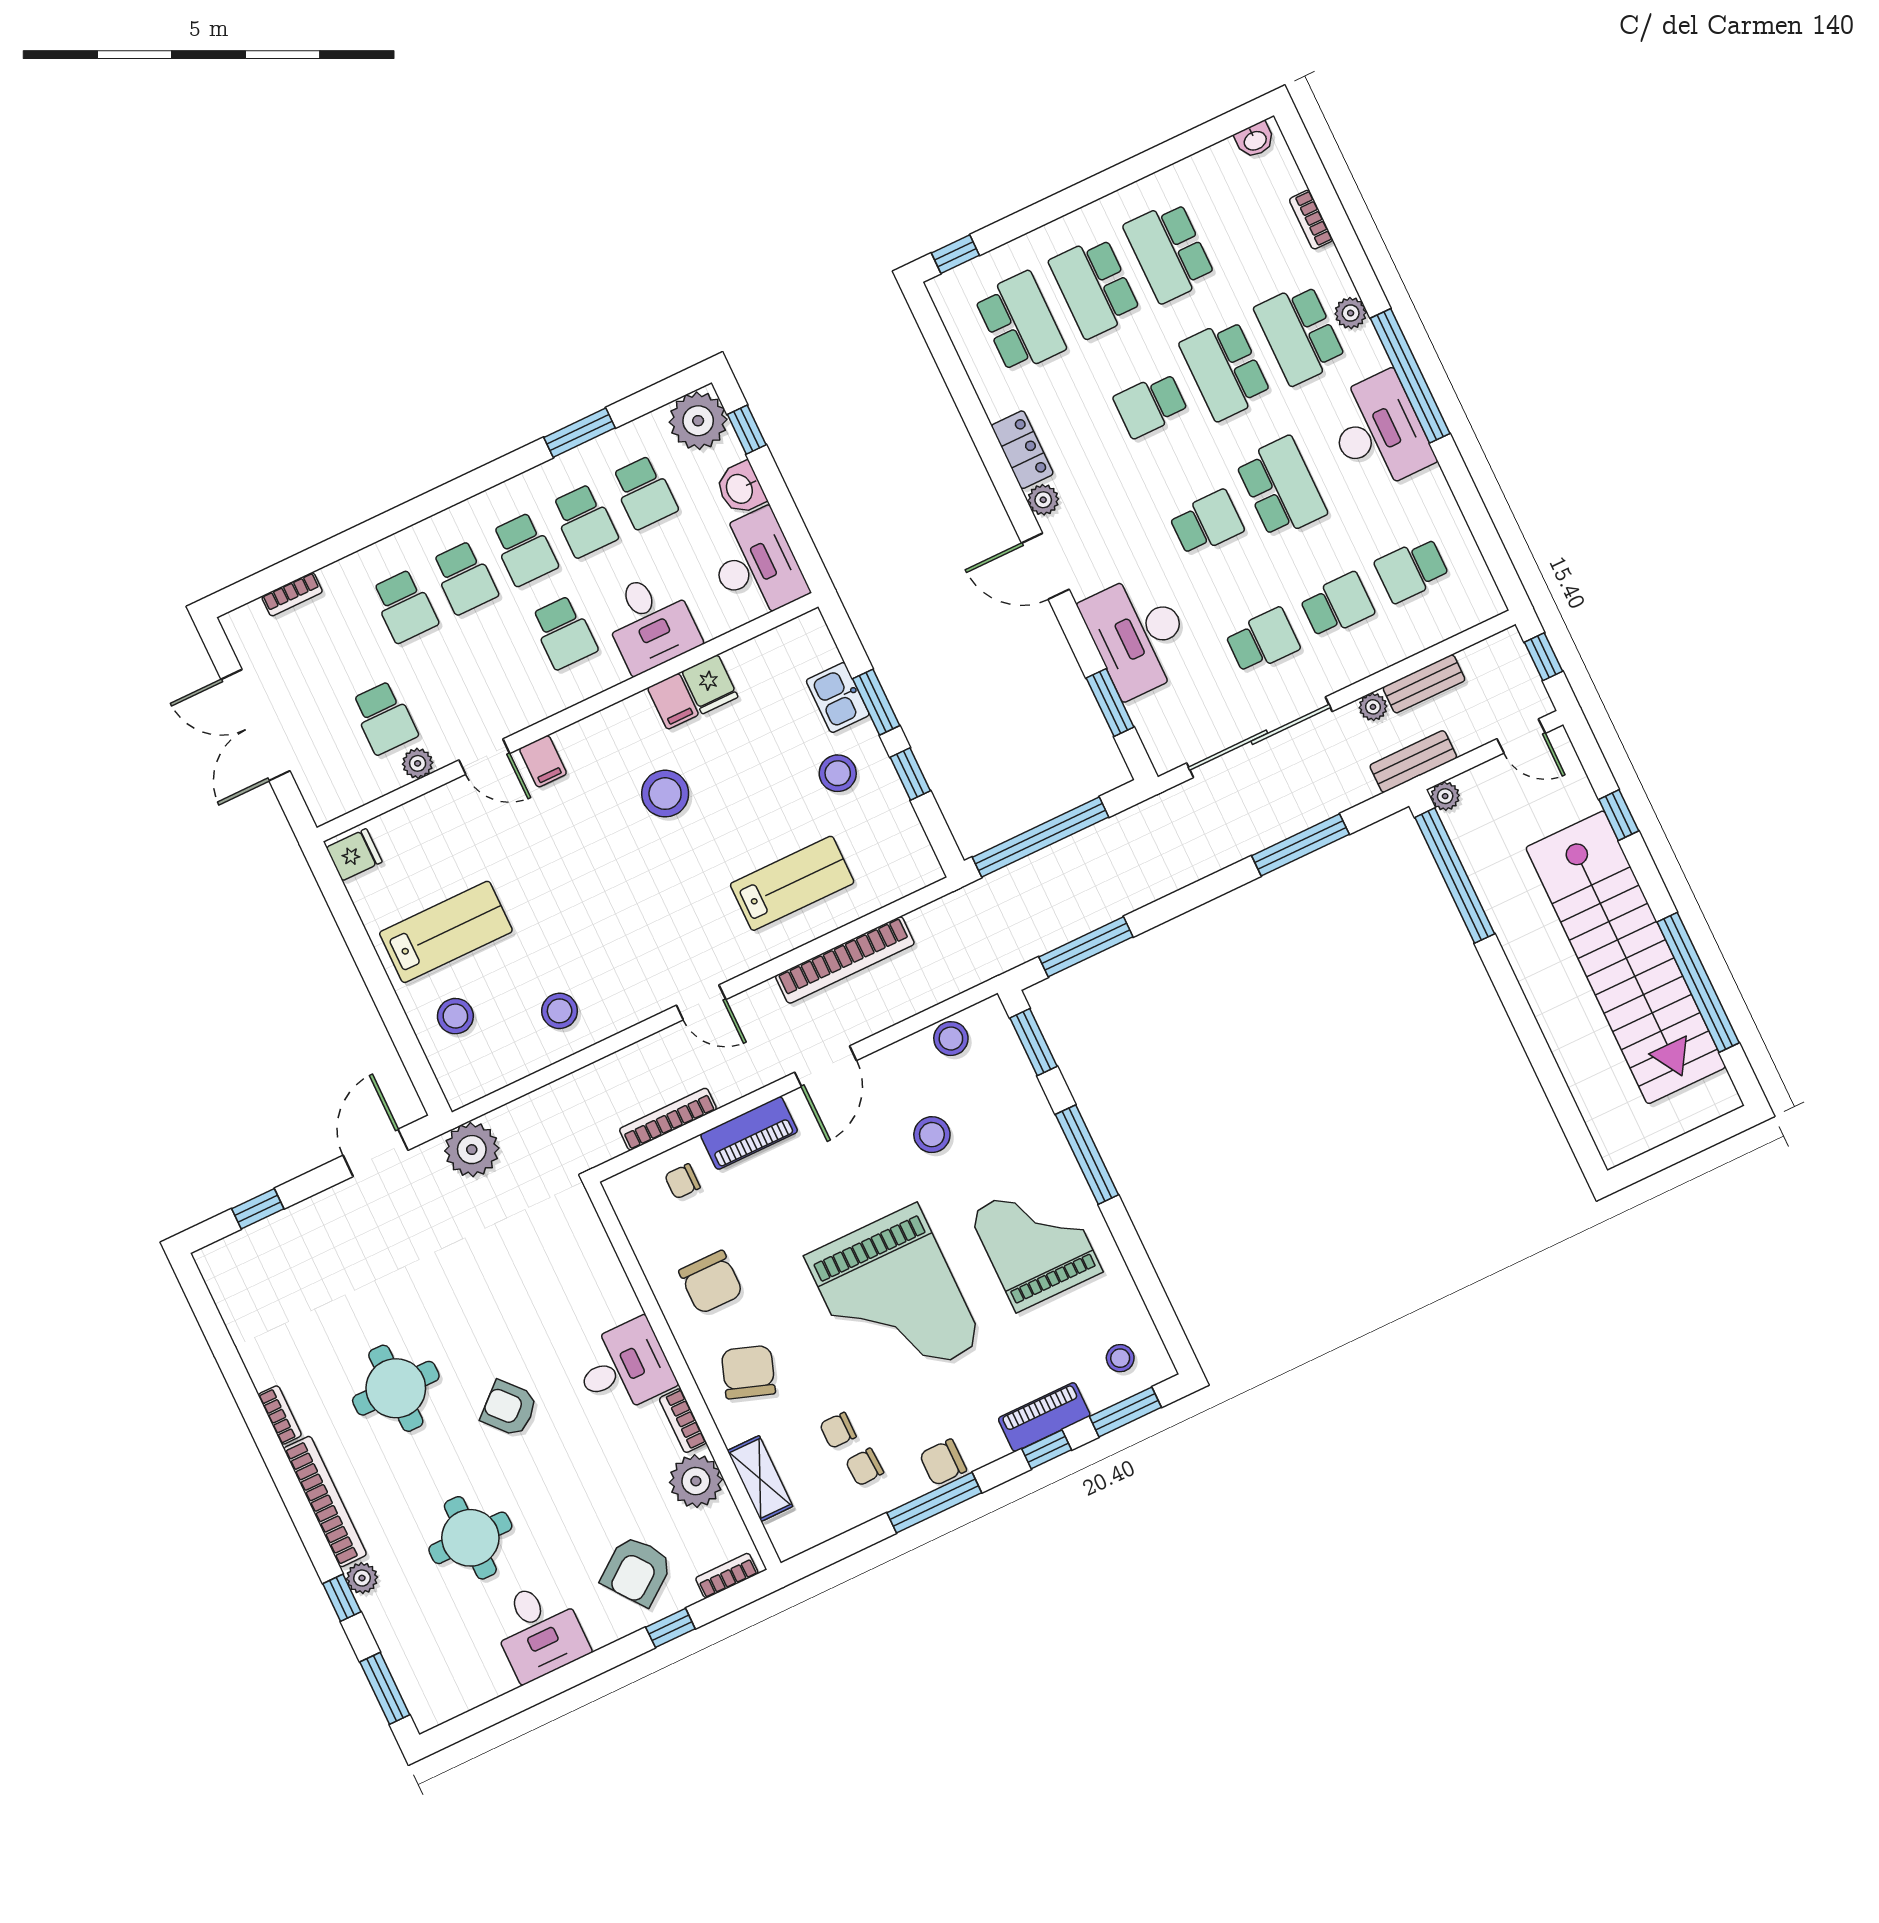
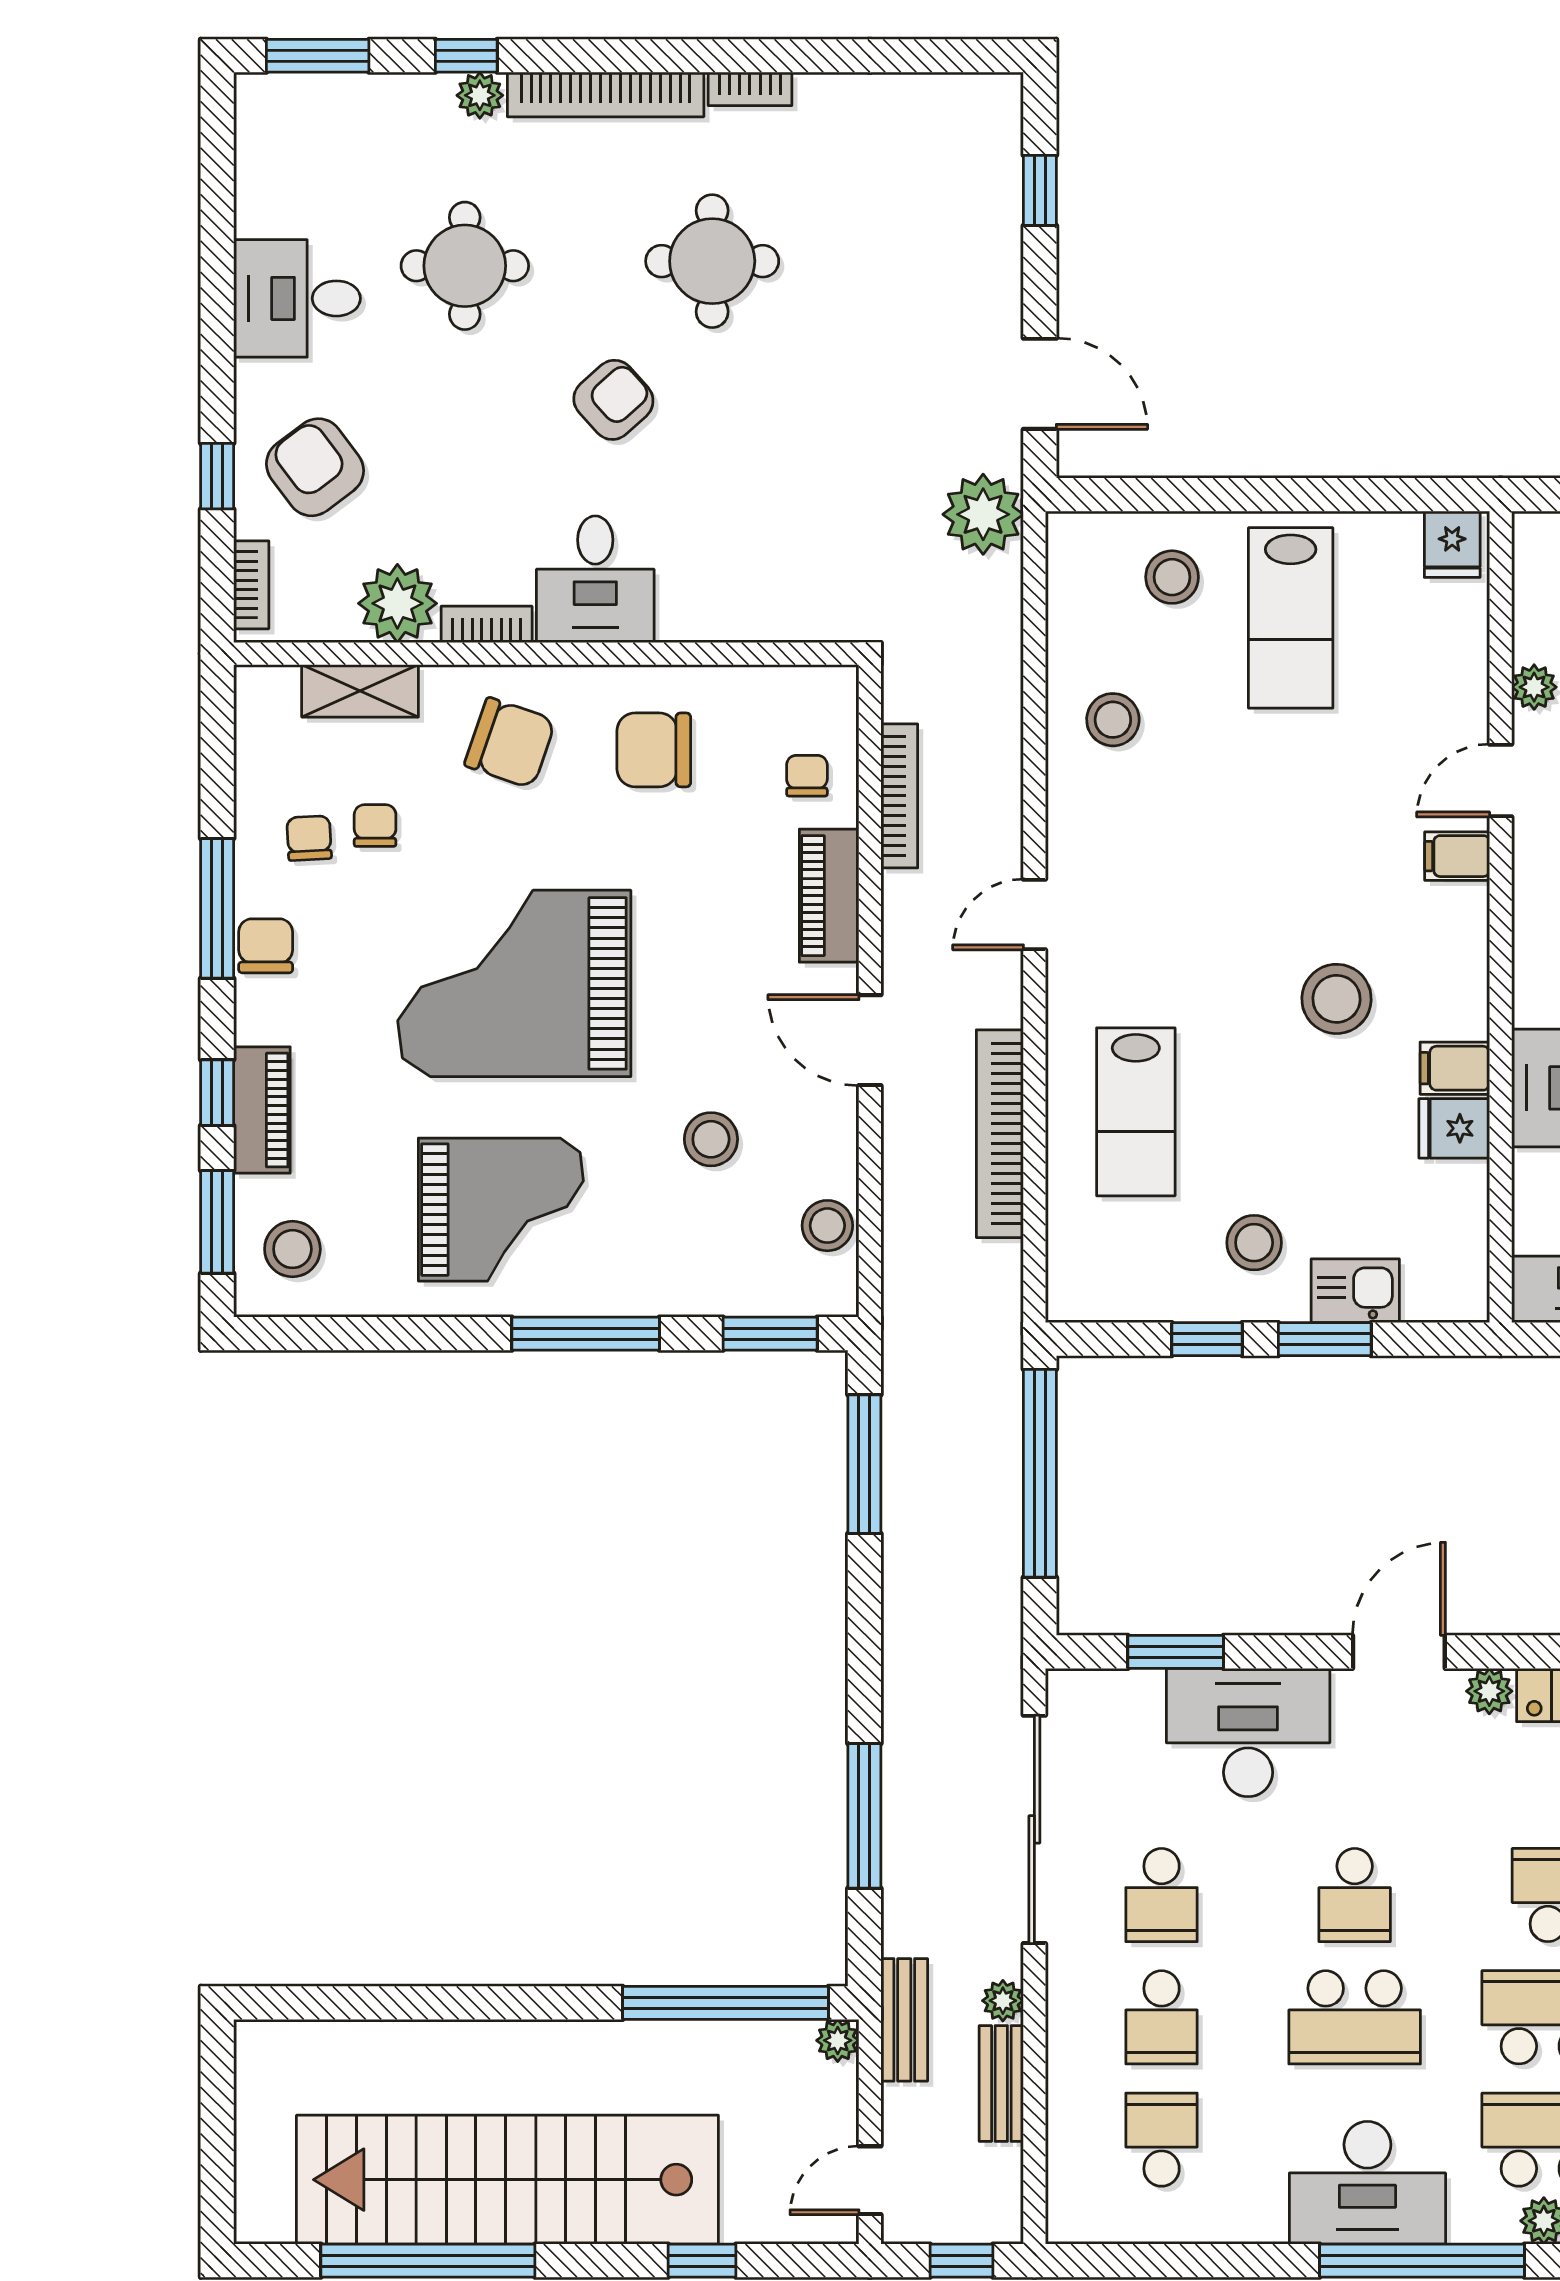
stool: (1120, 1358) -> (292, 1249), width x1.37, depth x1.37

